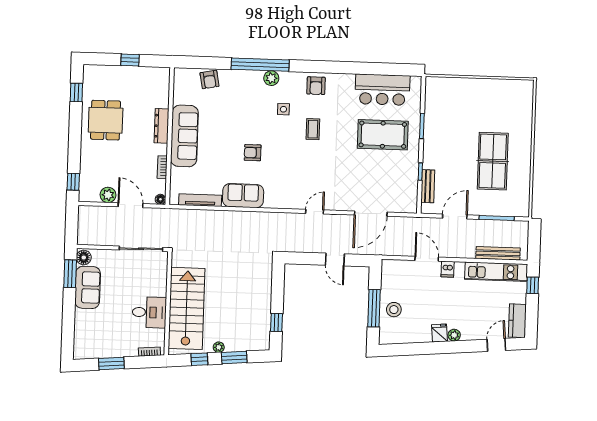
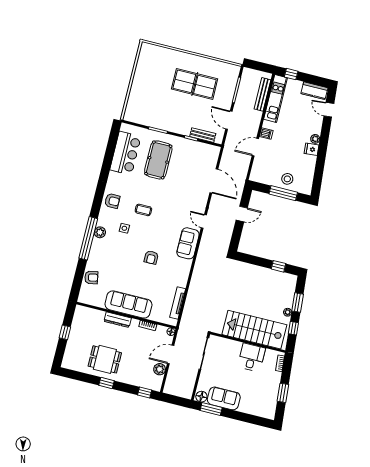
window: (76, 93) -> (107, 383), moved
sofa: (243, 196) -> (188, 243), moved

